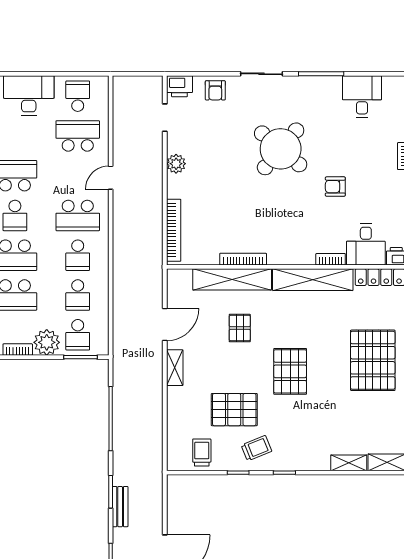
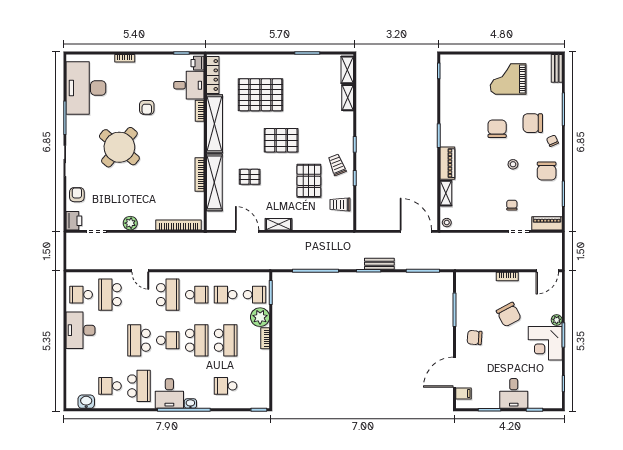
armchair: (215, 90) -> (77, 195), turned -90
desk: (362, 97) -> (86, 88), width x1.87, depth x1.30
school desk: (78, 295) -> (226, 295), turned 180
pallet: (373, 360) -> (261, 95), moved

